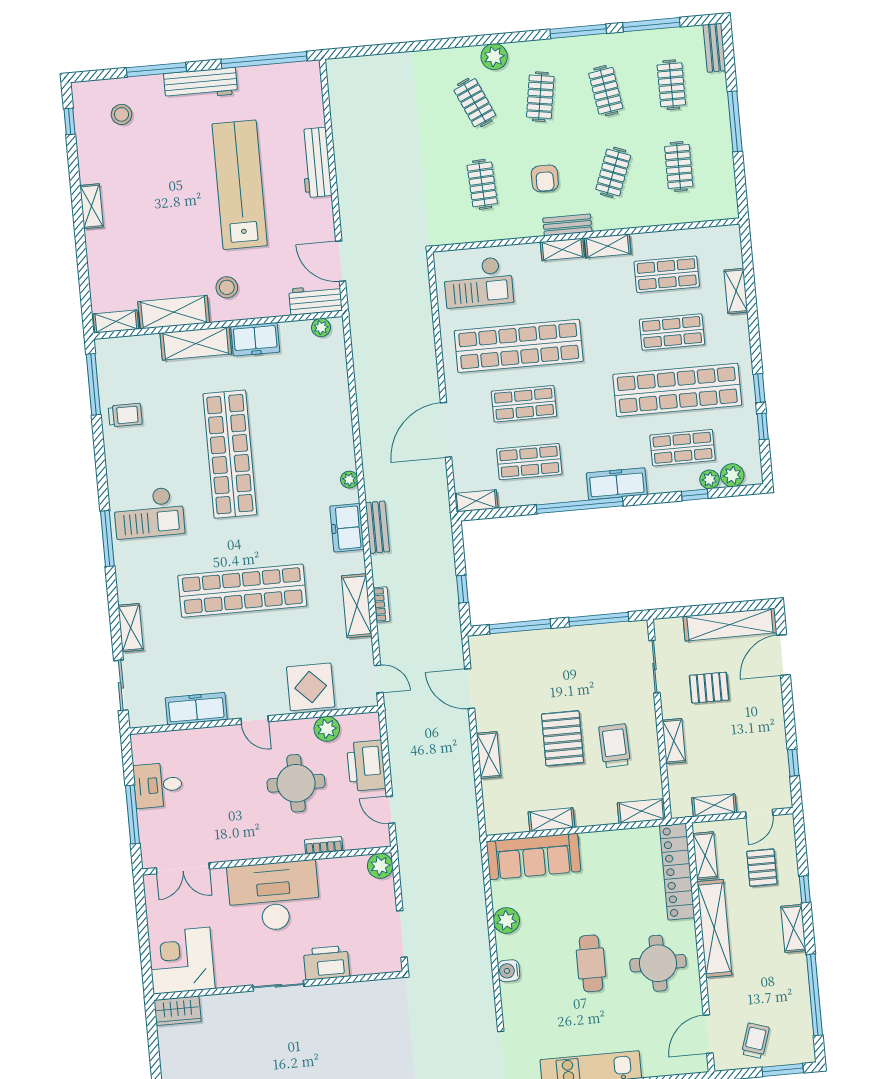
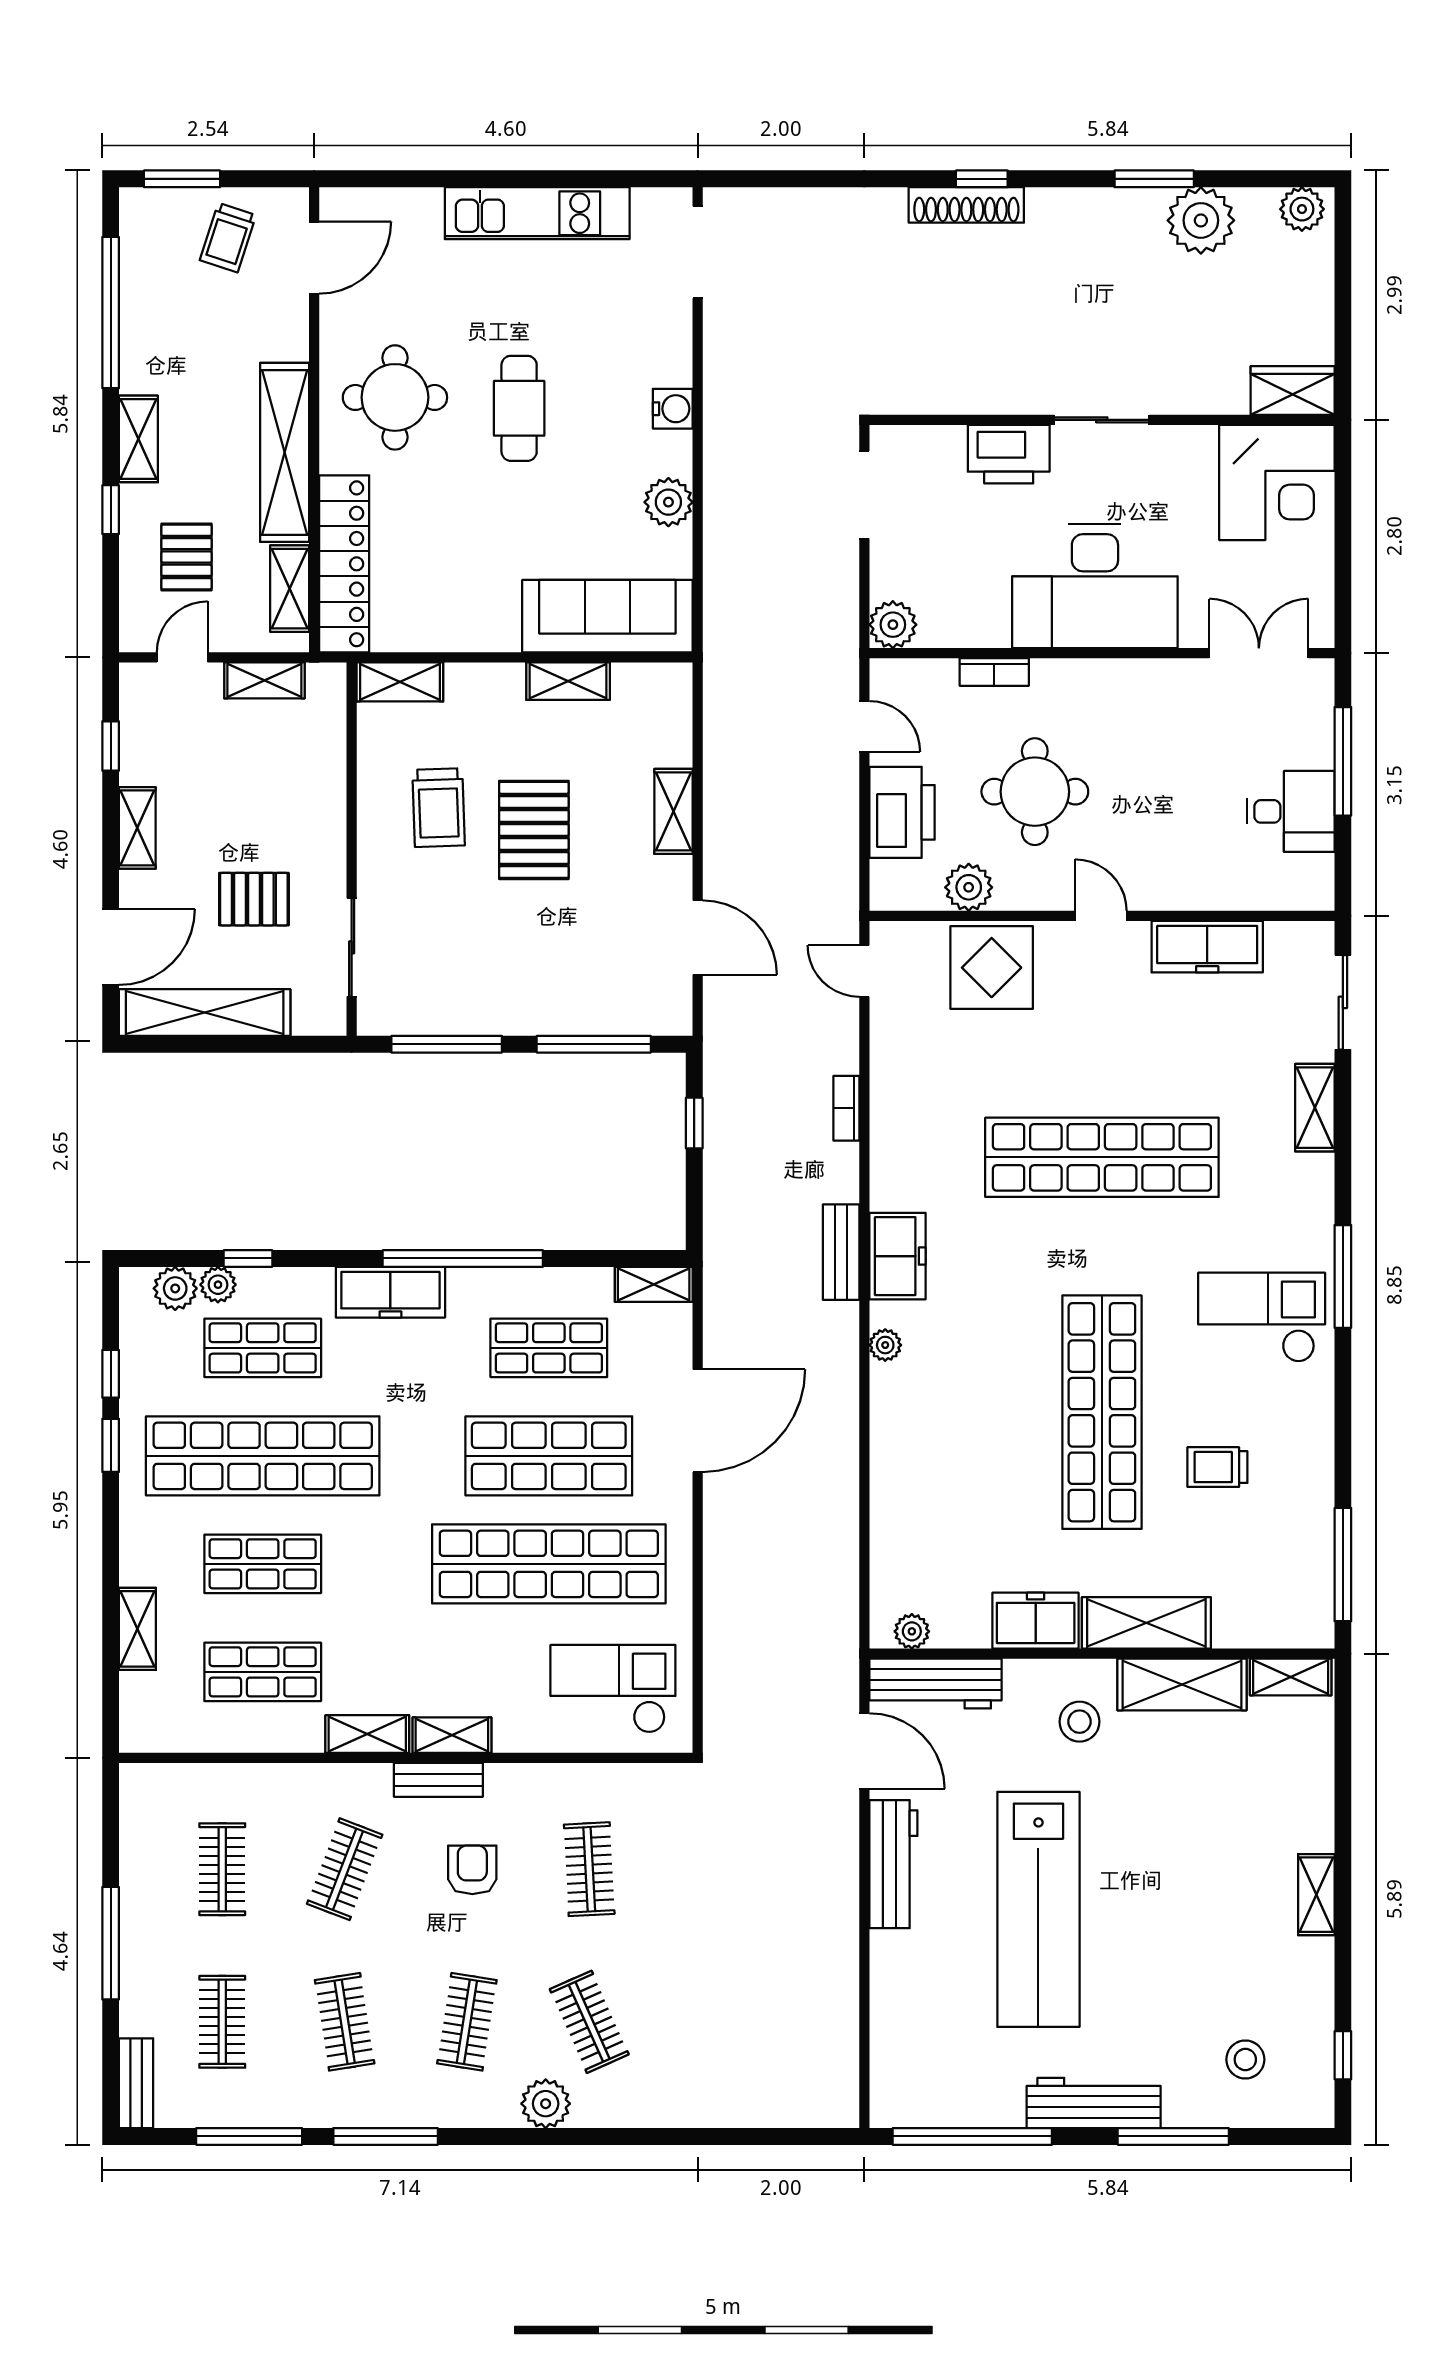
workbench: (316, 162) -> (893, 1864), moved
workbench: (315, 300) -> (935, 1684), width x1.37
shop shelf: (524, 404) -> (549, 1456), width x1.43, depth x1.36
trolley: (125, 415) -> (1217, 1467), moved
shelving: (357, 606) -> (893, 1110), removed
shelving: (674, 741) -> (137, 828), moved

